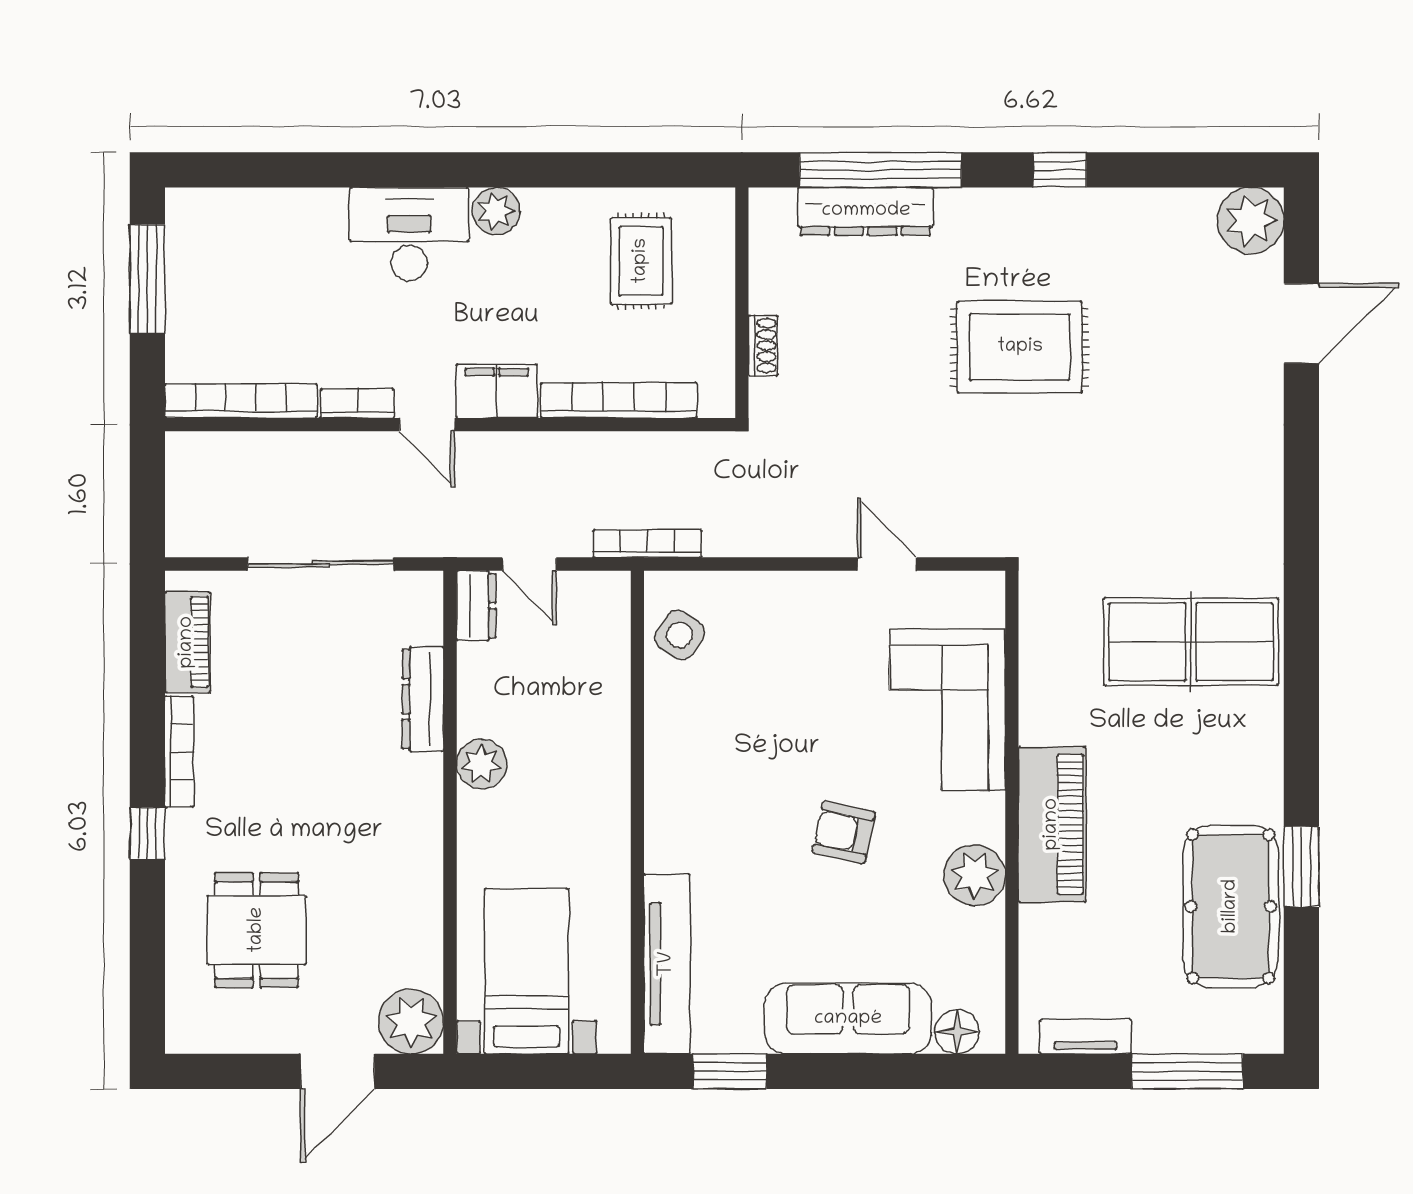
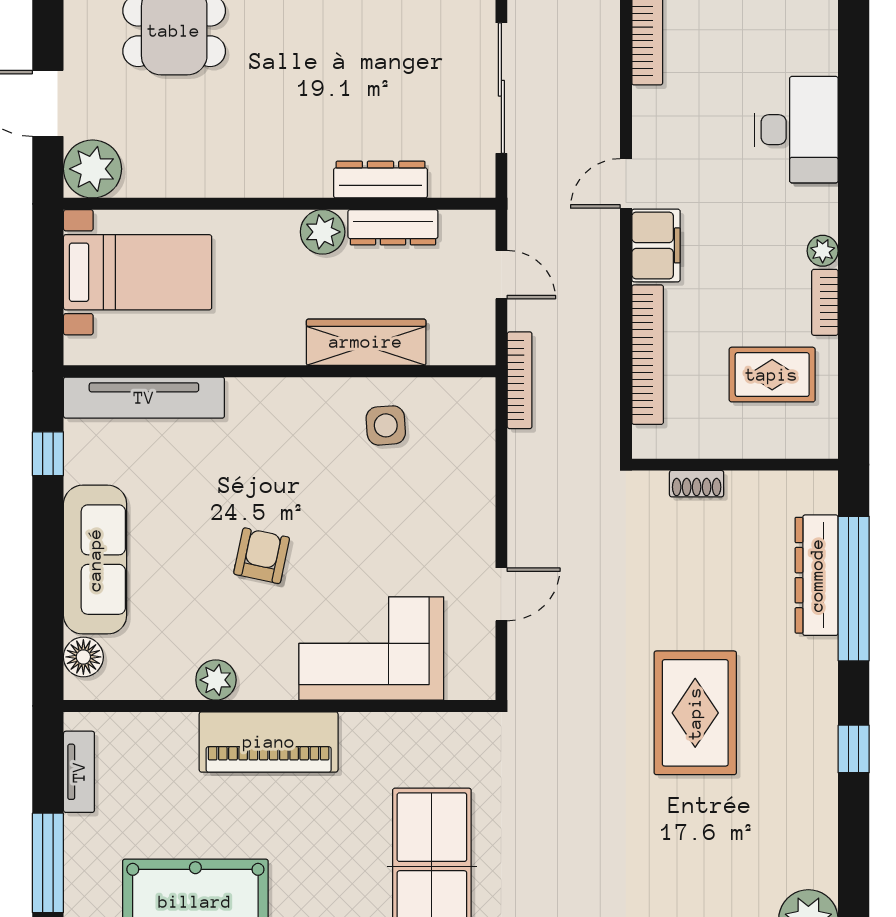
plant: (496, 211) -> (823, 251), width x0.73, depth x0.73
desk: (409, 234) -> (796, 130), moved
bookcase: (357, 403) -> (825, 302), moved, turned 180
door: (529, 564) -> (501, 275), swing flipped
dresser: (476, 606) -> (393, 227), moved, width x1.44
side table: (680, 635) -> (386, 425), moved, turned -38
wardrobe: (605, 715) -> (366, 342), added
plant: (975, 875) -> (216, 680), width x0.73, depth x0.73
window: (730, 1071) -> (48, 454), width x0.67

